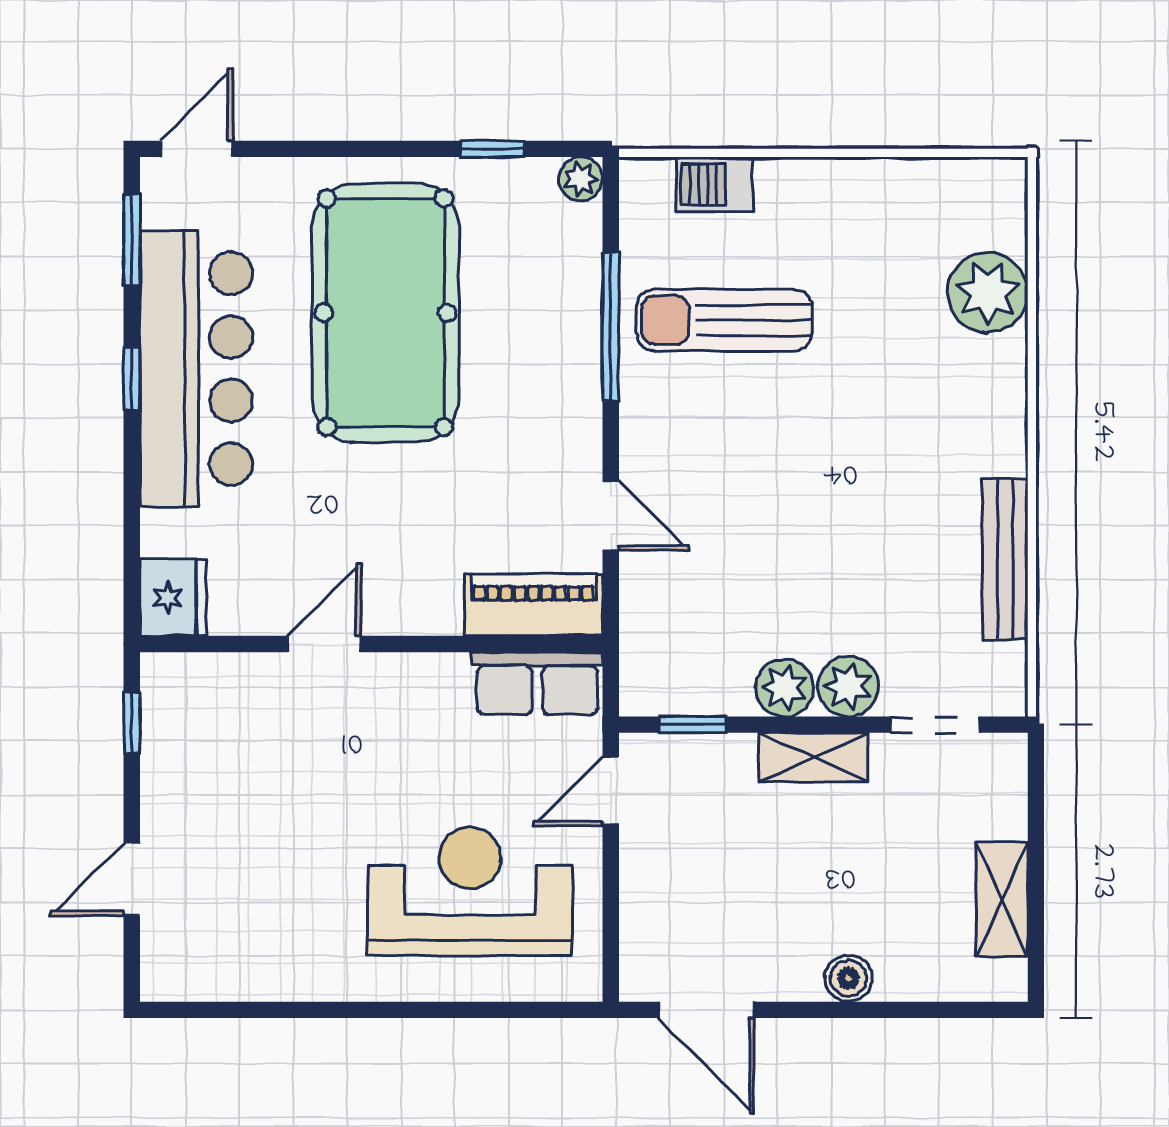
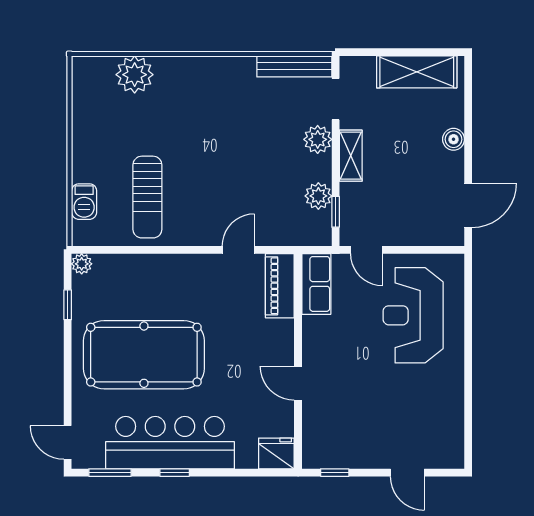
window: (611, 327) -> (151, 250), removed
bench: (1005, 559) -> (294, 66), moved
plant: (785, 688) -> (318, 196), moved
shelving: (1002, 899) -> (417, 72), width x1.50, depth x1.33

